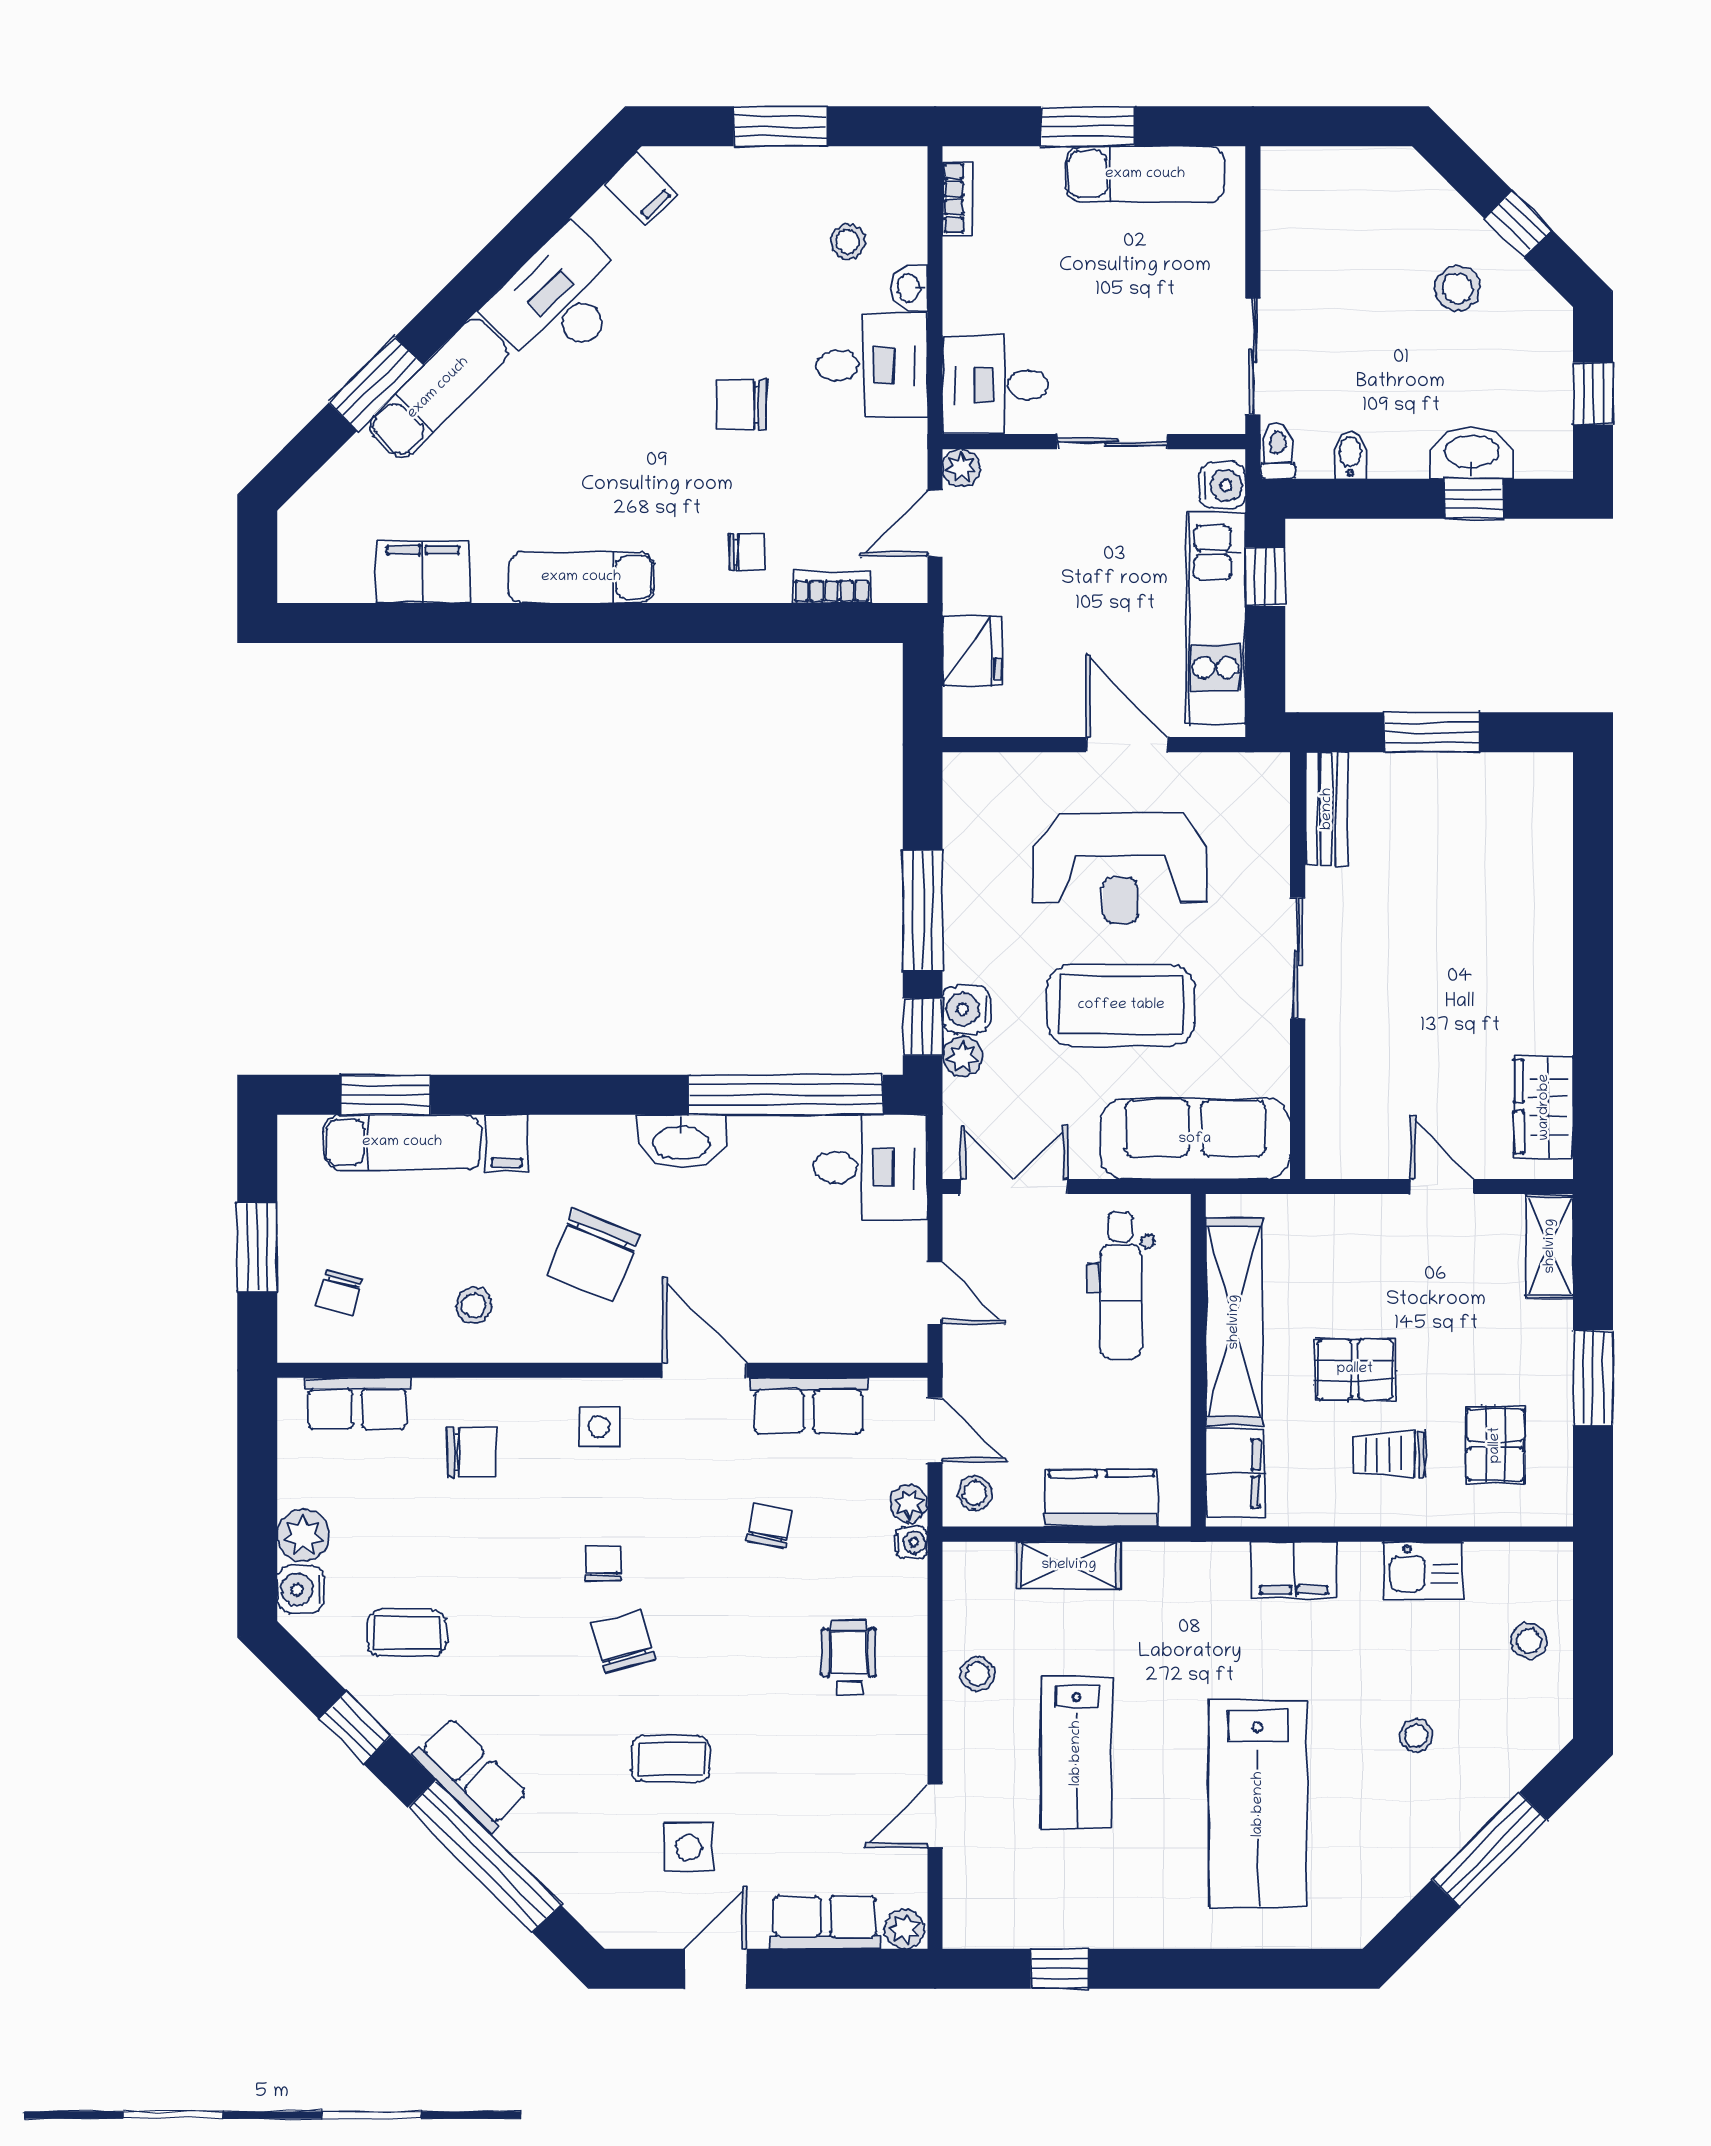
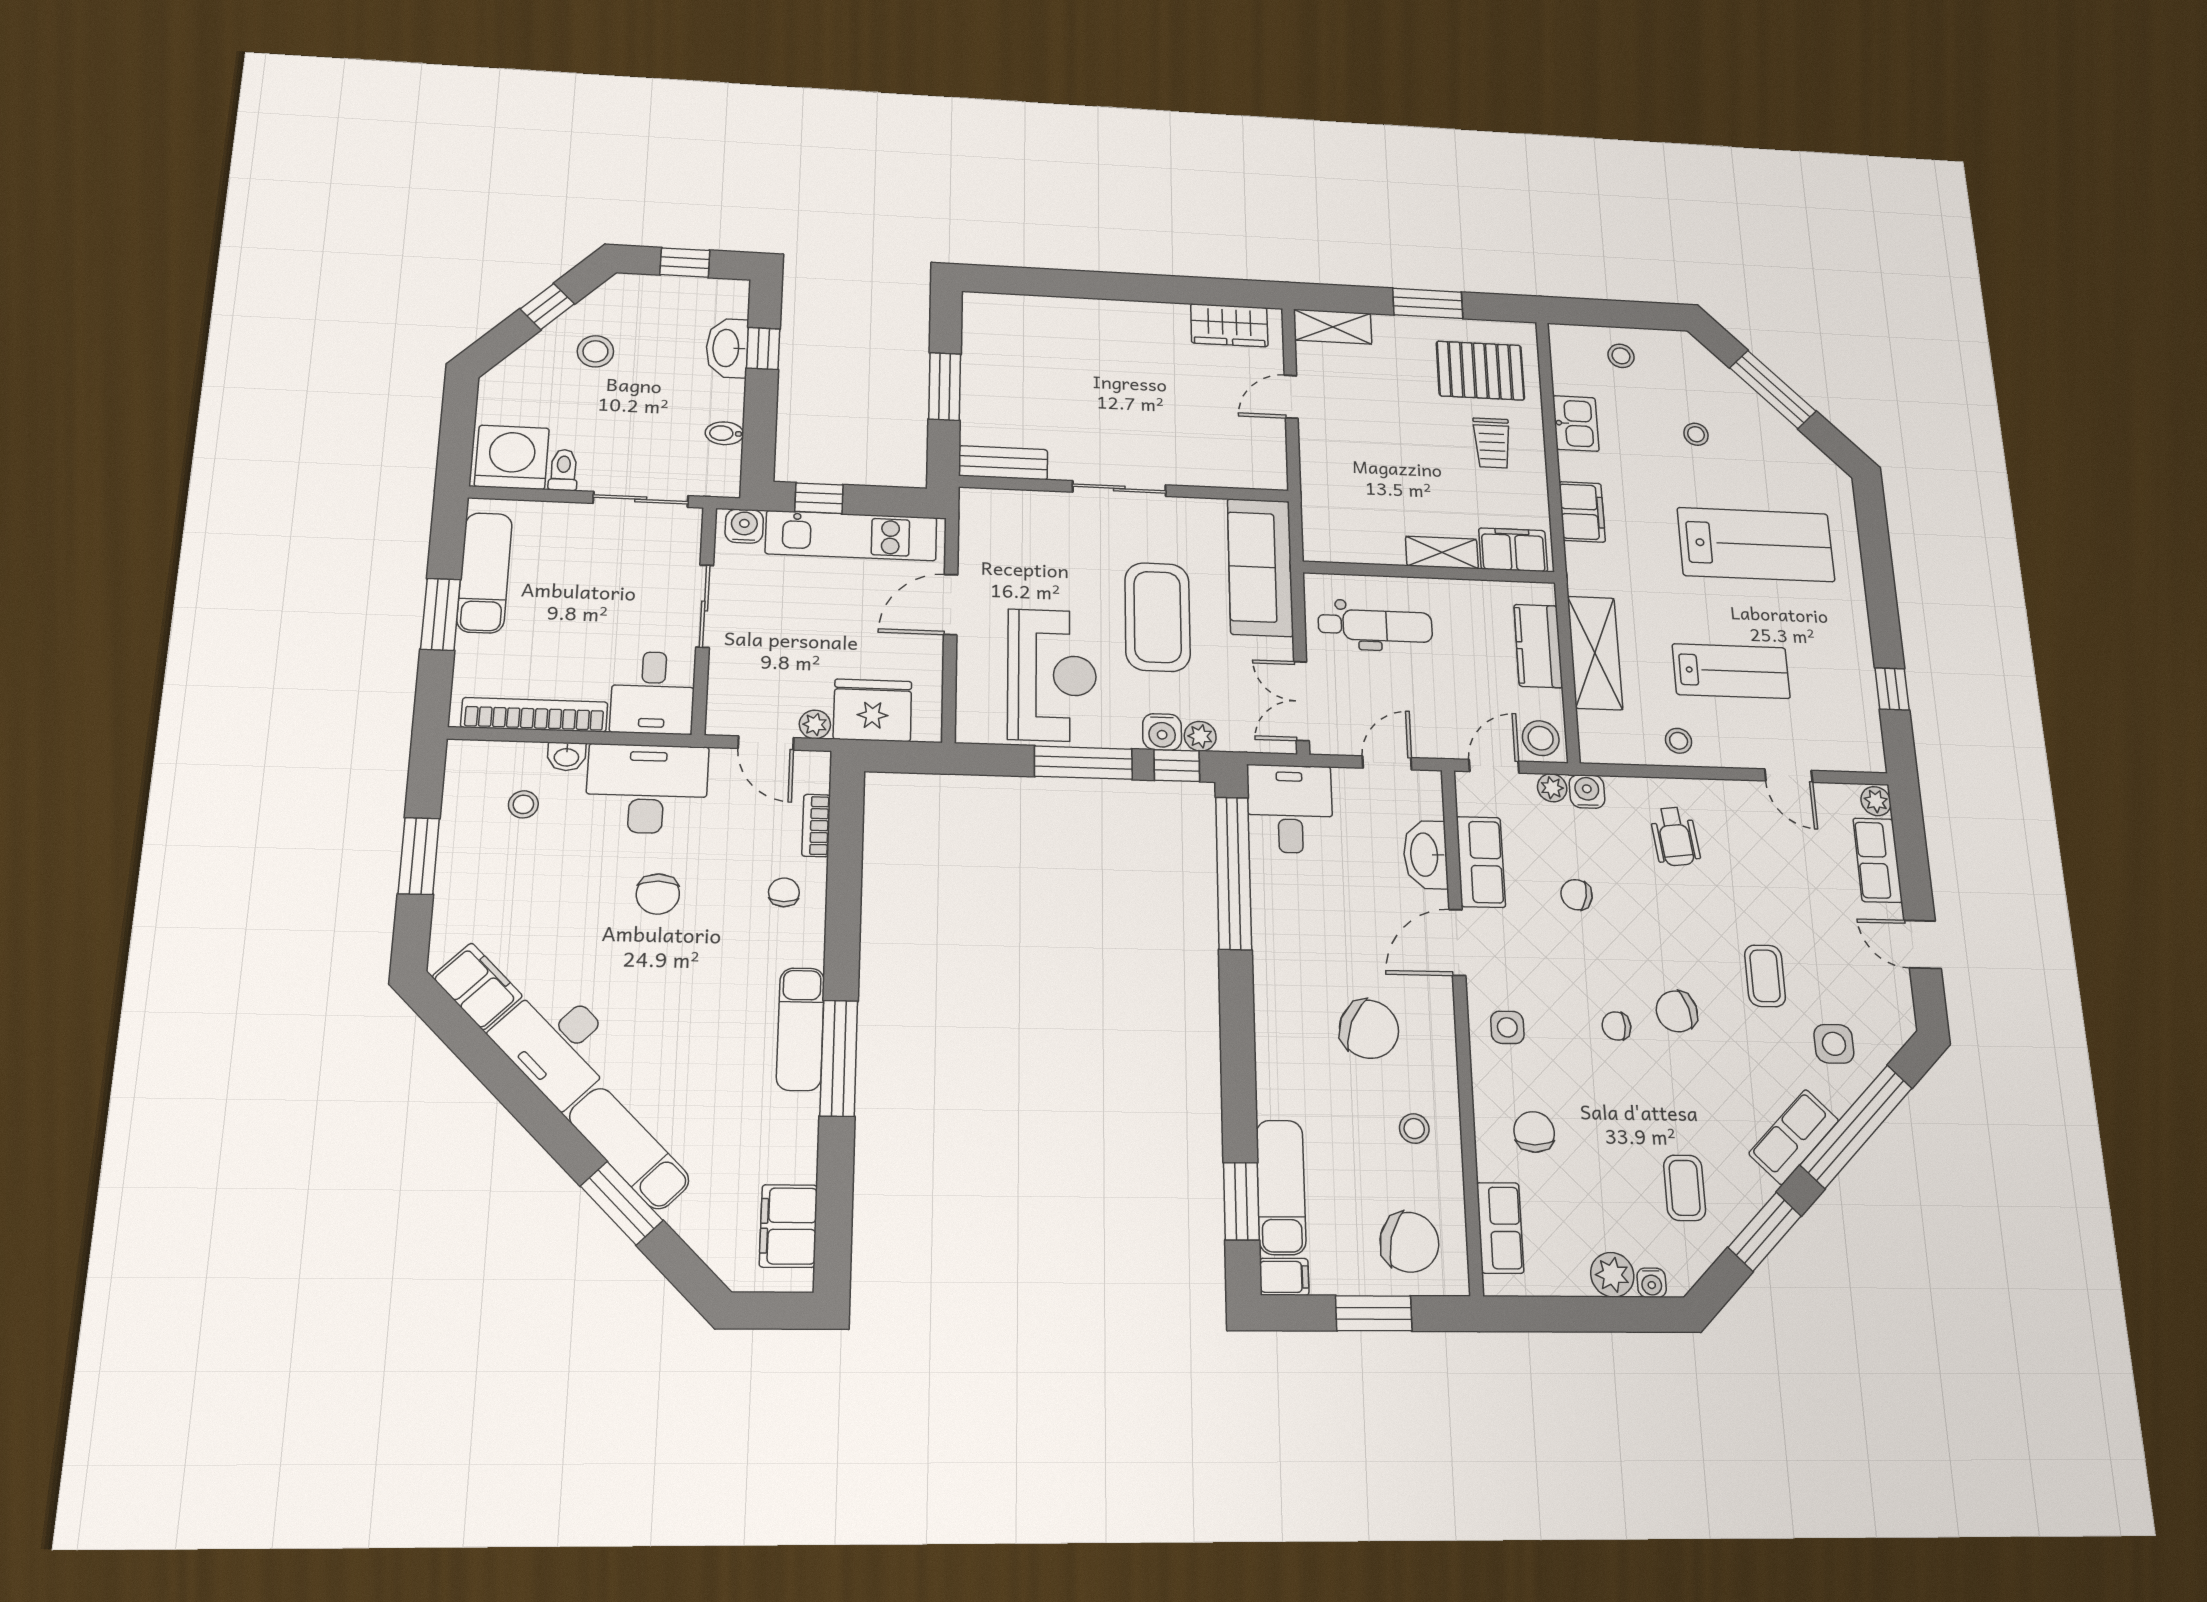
filing cabinet: (641, 189) -> (477, 986), width x2.00
washing machine: (1303, 195) -> (512, 457), added
bookcase: (957, 198) -> (534, 715), width x2.31, depth x1.31
desk: (872, 366) -> (647, 789), width x1.37
toilet: (1278, 451) -> (563, 470), moved, turned 90
plant: (961, 468) -> (815, 724), moved
filing cabinet: (423, 572) -> (788, 1226), moved
window: (547, 623) -> (839, 1058), added
fridge: (972, 651) -> (873, 710), width x1.36, depth x1.34
reception desk: (1120, 869) -> (1052, 675), moved
washbasin: (681, 1141) -> (1425, 855), moved, turned 180
filing cabinet: (506, 1143) -> (1284, 1277), moved
chair: (339, 1293) -> (1409, 1242), width x1.87, depth x1.87
shelving: (1234, 1322) -> (1442, 553), width x0.45, depth x0.75
pallet: (1355, 1369) -> (1430, 463), removed
pallet: (1495, 1445) -> (1480, 371), width x1.50, depth x1.42
stool: (975, 1493) -> (1541, 738), width x1.37, depth x1.37
water cooler: (912, 1542) -> (1587, 791), width x1.38, depth x1.38
shelving: (1069, 1565) -> (1595, 653), width x1.50, depth x1.33
water cooler: (301, 1589) -> (1652, 1283), width x0.72, depth x0.72
wheelchair: (849, 1658) -> (1675, 837), turned -97
window: (355, 1727) -> (1765, 1232), width x1.50
side table: (689, 1847) -> (1834, 1044), moved

